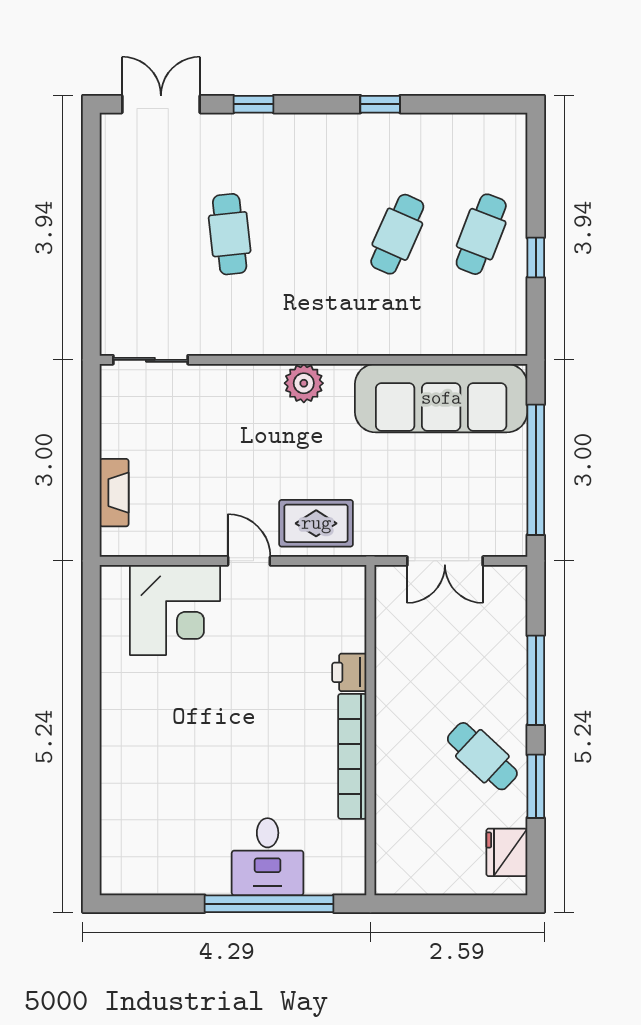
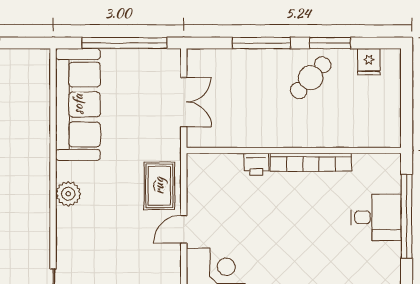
fridge: (507, 852) -> (369, 62), width x0.72

